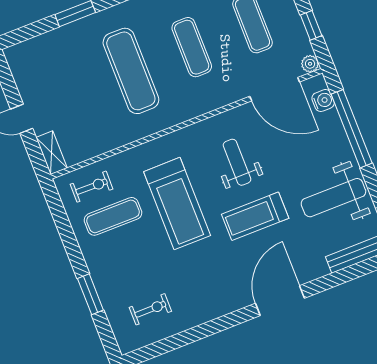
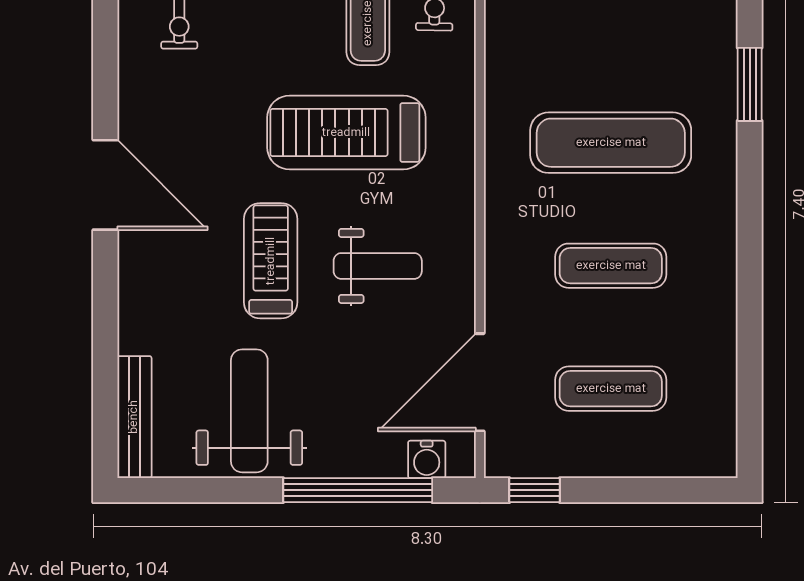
window: (311, 25) -> (535, 490), moved
plant: (310, 64) -> (500, 462), removed
door: (280, 301) -> (105, 185), moved

